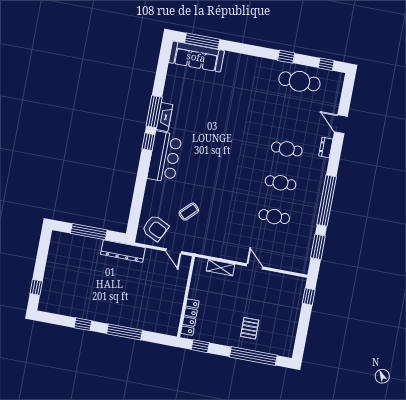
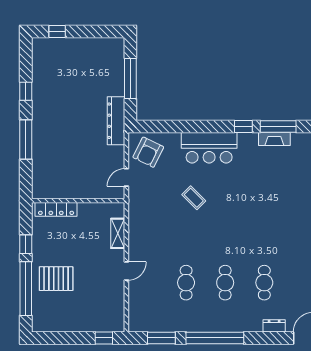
bar counter: (165, 157) -> (209, 148), moved
coffee table: (189, 212) -> (194, 198), moved
pallet: (250, 328) -> (56, 279), width x1.50, depth x1.42
window: (200, 346) -> (26, 244), moved

